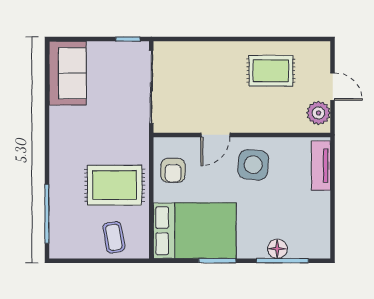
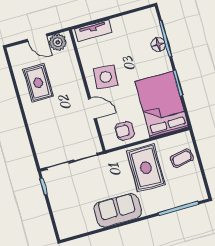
sofa: (68, 73) -> (118, 210), moved
door: (333, 87) -> (37, 38), swing flipped
armchair: (173, 170) -> (125, 131), turned 180

